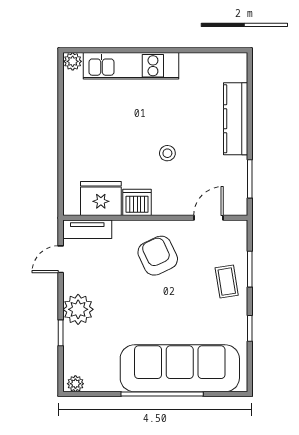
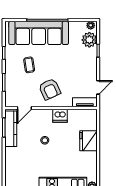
kitchen counter: (236, 119) -> (11, 129), moved
fridge: (101, 199) -> (88, 141), moved, turned 90
coffee table: (227, 282) -> (29, 65), moved
plant: (78, 309) -> (89, 40), moved

